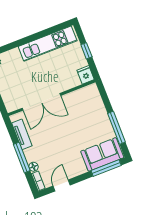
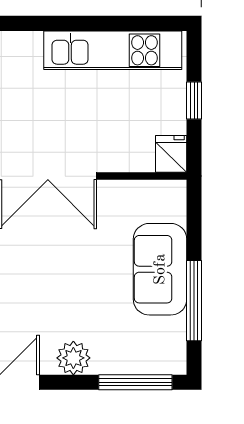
sofa: (102, 154) -> (160, 269), moved, turned -90
plant: (79, 168) -> (73, 358), added

